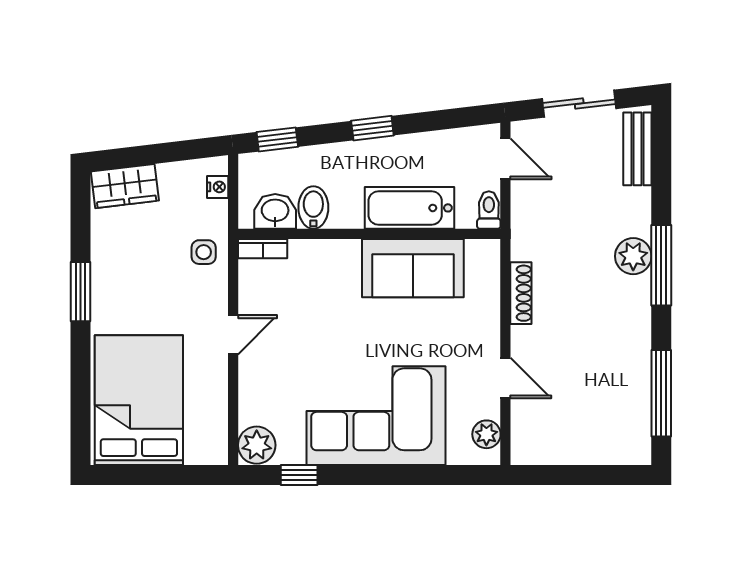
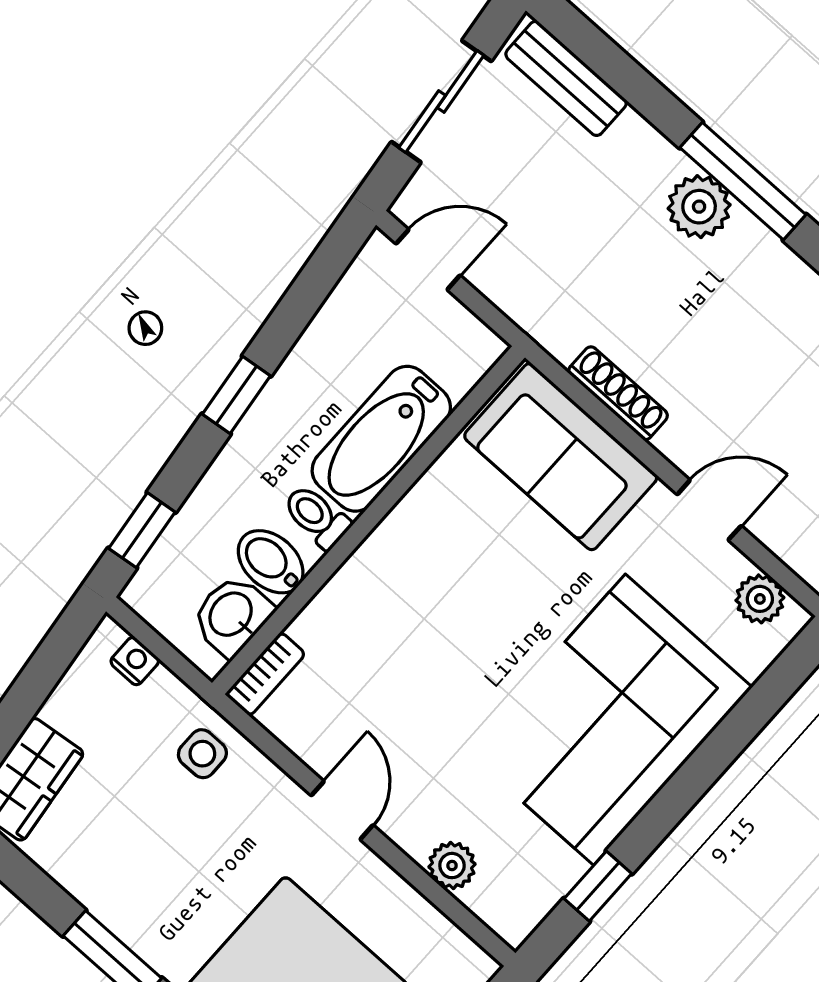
toilet: (489, 210) -> (317, 517), moved
sofa: (413, 268) -> (561, 457), moved, turned 90
plant: (257, 445) -> (452, 866), moved, width x0.73, depth x0.73

